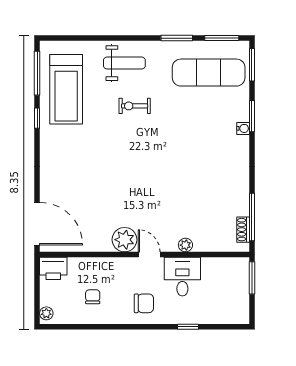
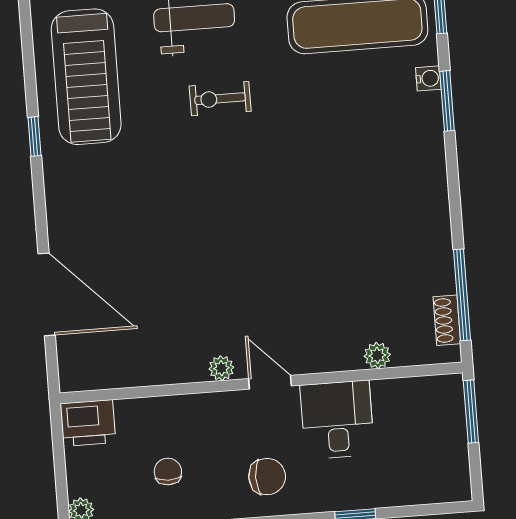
window: (37, 73) -> (28, 50), removed
water cooler: (243, 128) -> (428, 78), moved
door: (37, 224) -> (47, 294), moved
plant: (125, 240) -> (221, 368), width x0.53, depth x0.53
plant: (185, 245) -> (377, 355), moved

